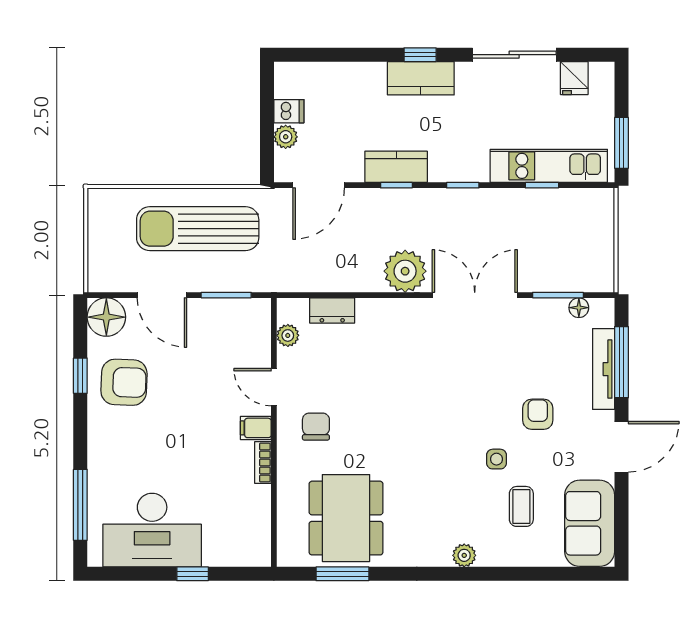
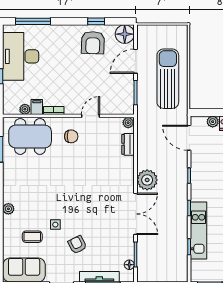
kitchen unit: (549, 166) -> (198, 230), moved
kitchen counter: (396, 167) -> (198, 176), removed
plant: (288, 335) -> (128, 123), moved
armchair: (538, 414) -> (77, 245), turned -117
filing cabinet: (256, 428) -> (37, 107), moved
dining table: (346, 518) -> (30, 136), moved
plant: (260, 522) -> (25, 109), added

